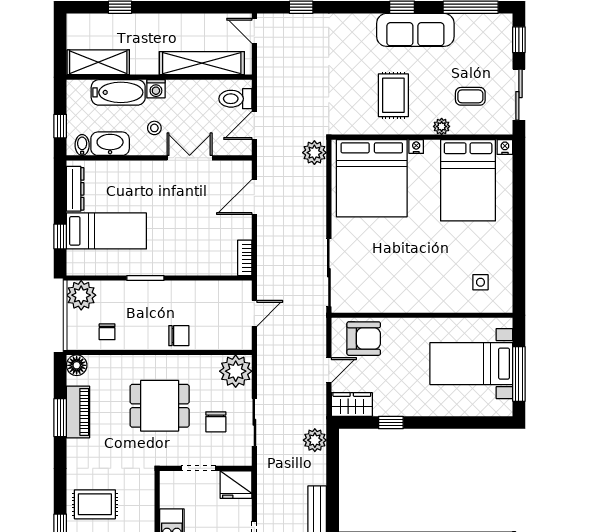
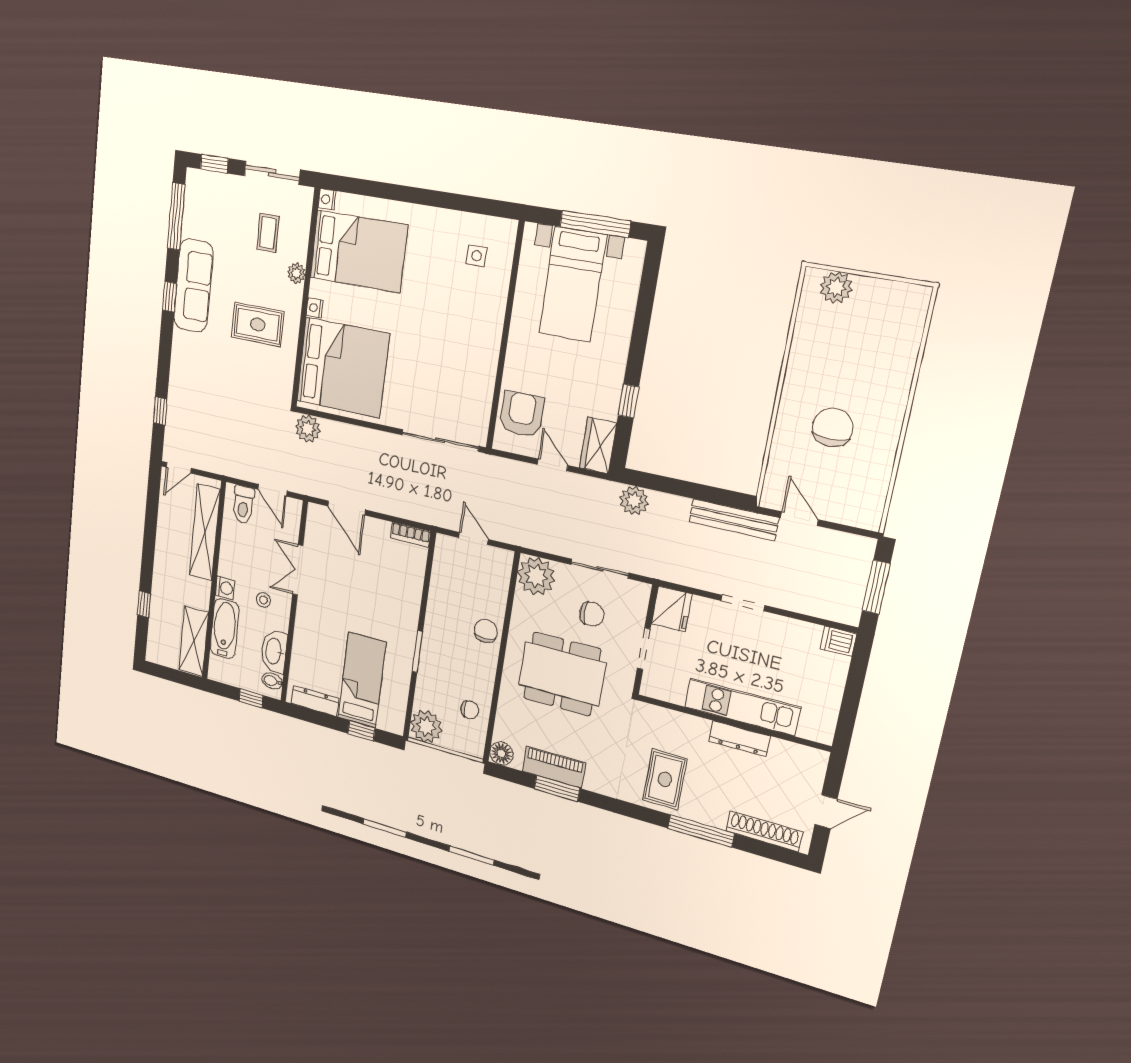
dining table: (160, 406) -> (562, 674), width x1.37

